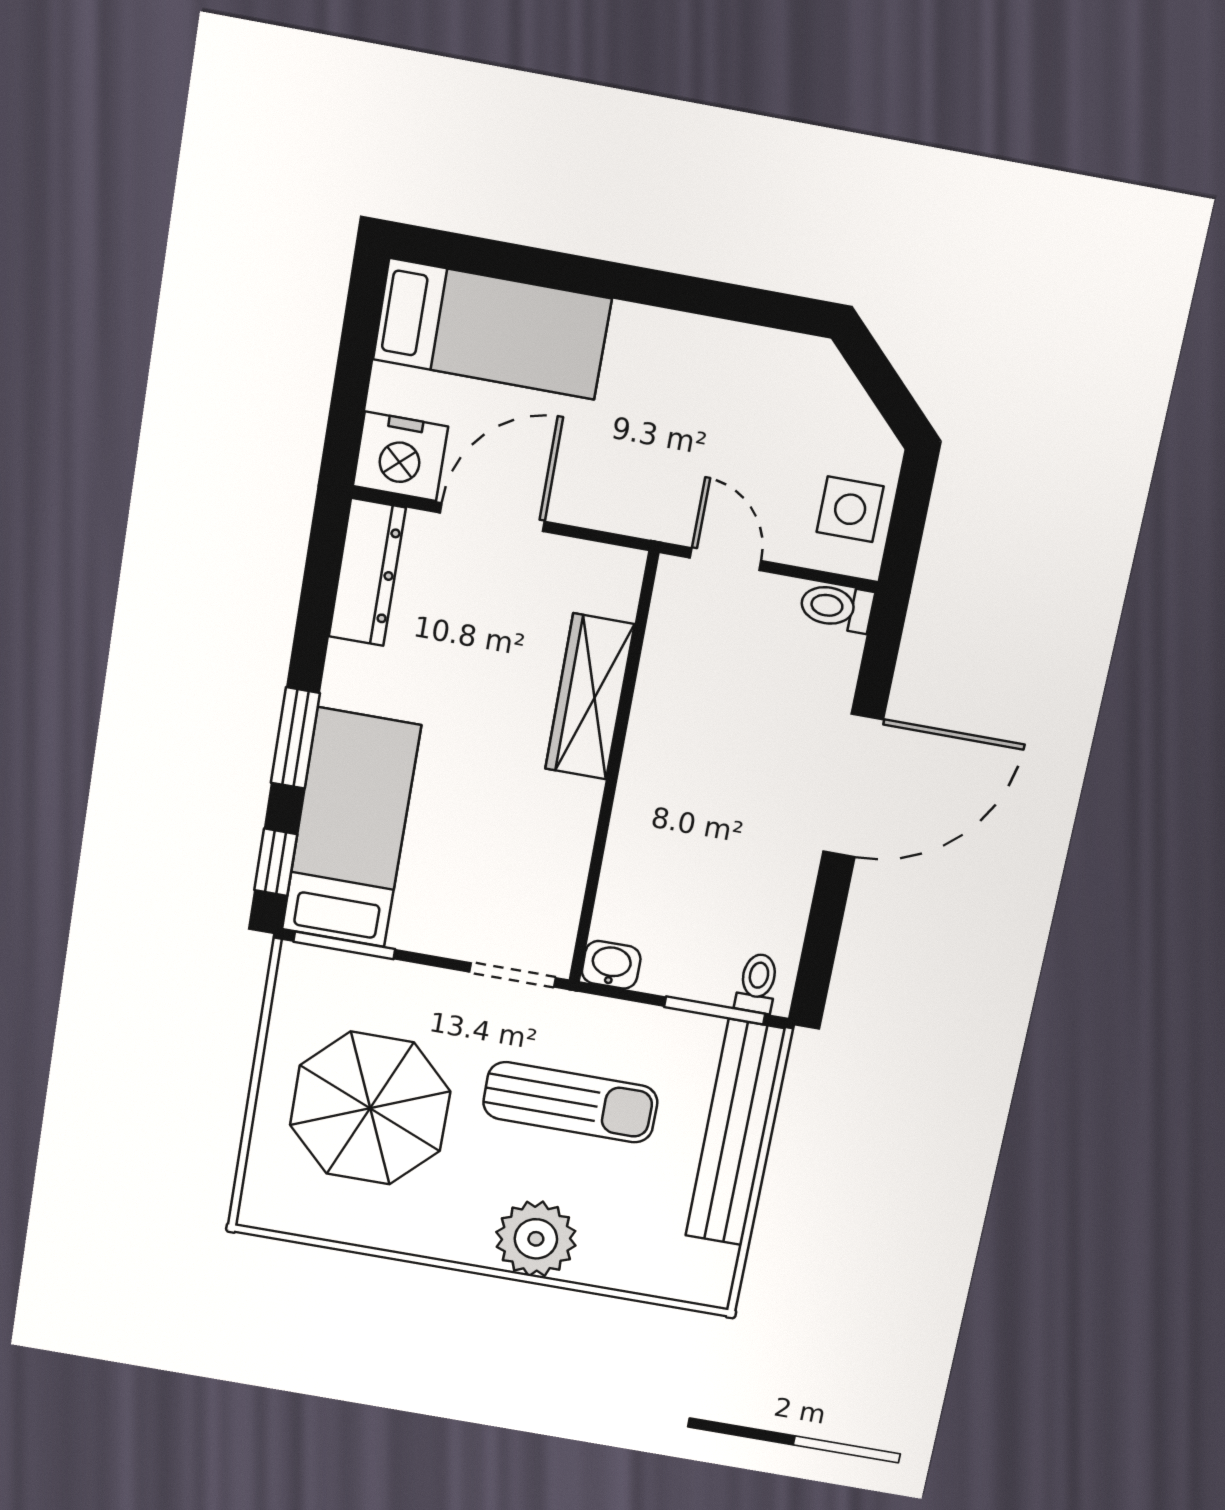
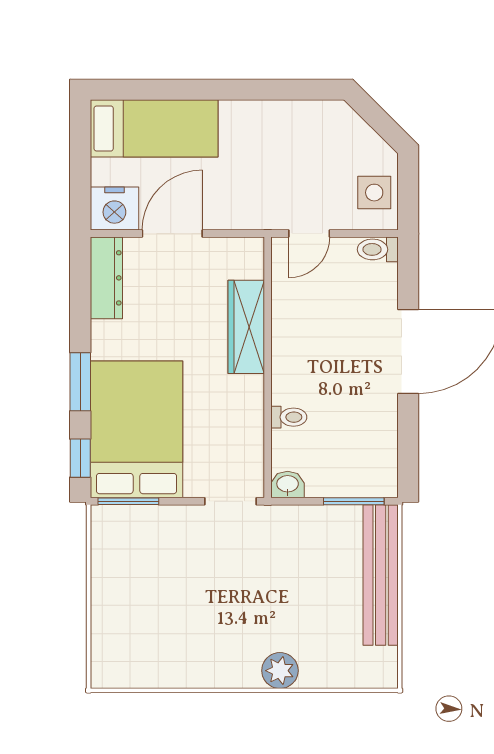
door: (726, 559) -> (309, 234), swing flipped
bed: (351, 828) -> (136, 429), width x1.50
toilet: (757, 983) -> (289, 417), moved, turned 90
sun lounger: (570, 1102) -> (279, 574), removed
parasol: (370, 1108) -> (160, 599), removed
plant: (536, 1239) -> (280, 671), width x0.73, depth x0.73

